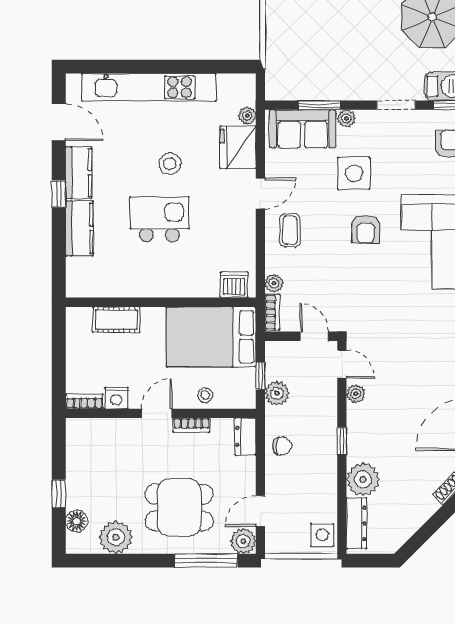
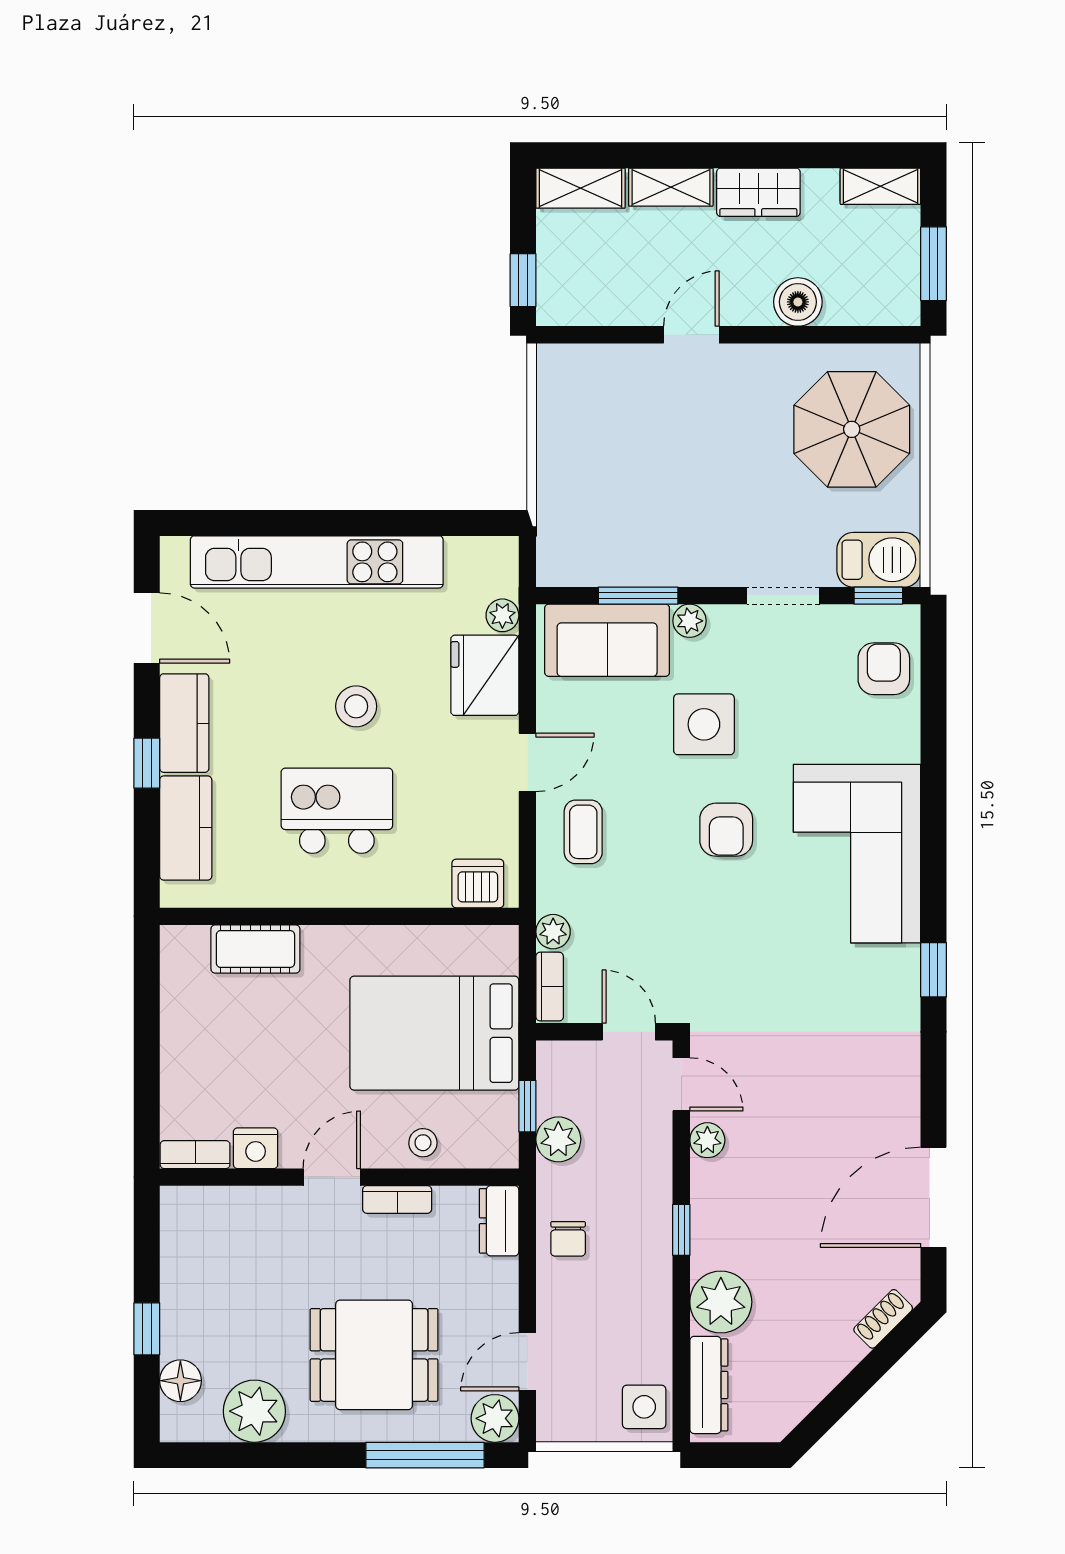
dishwasher: (234, 285) -> (478, 884), moved
wall: (161, 302) -> (339, 916), moved
cot: (116, 320) -> (255, 949), moved
chair: (282, 446) -> (568, 1239), turned 86

